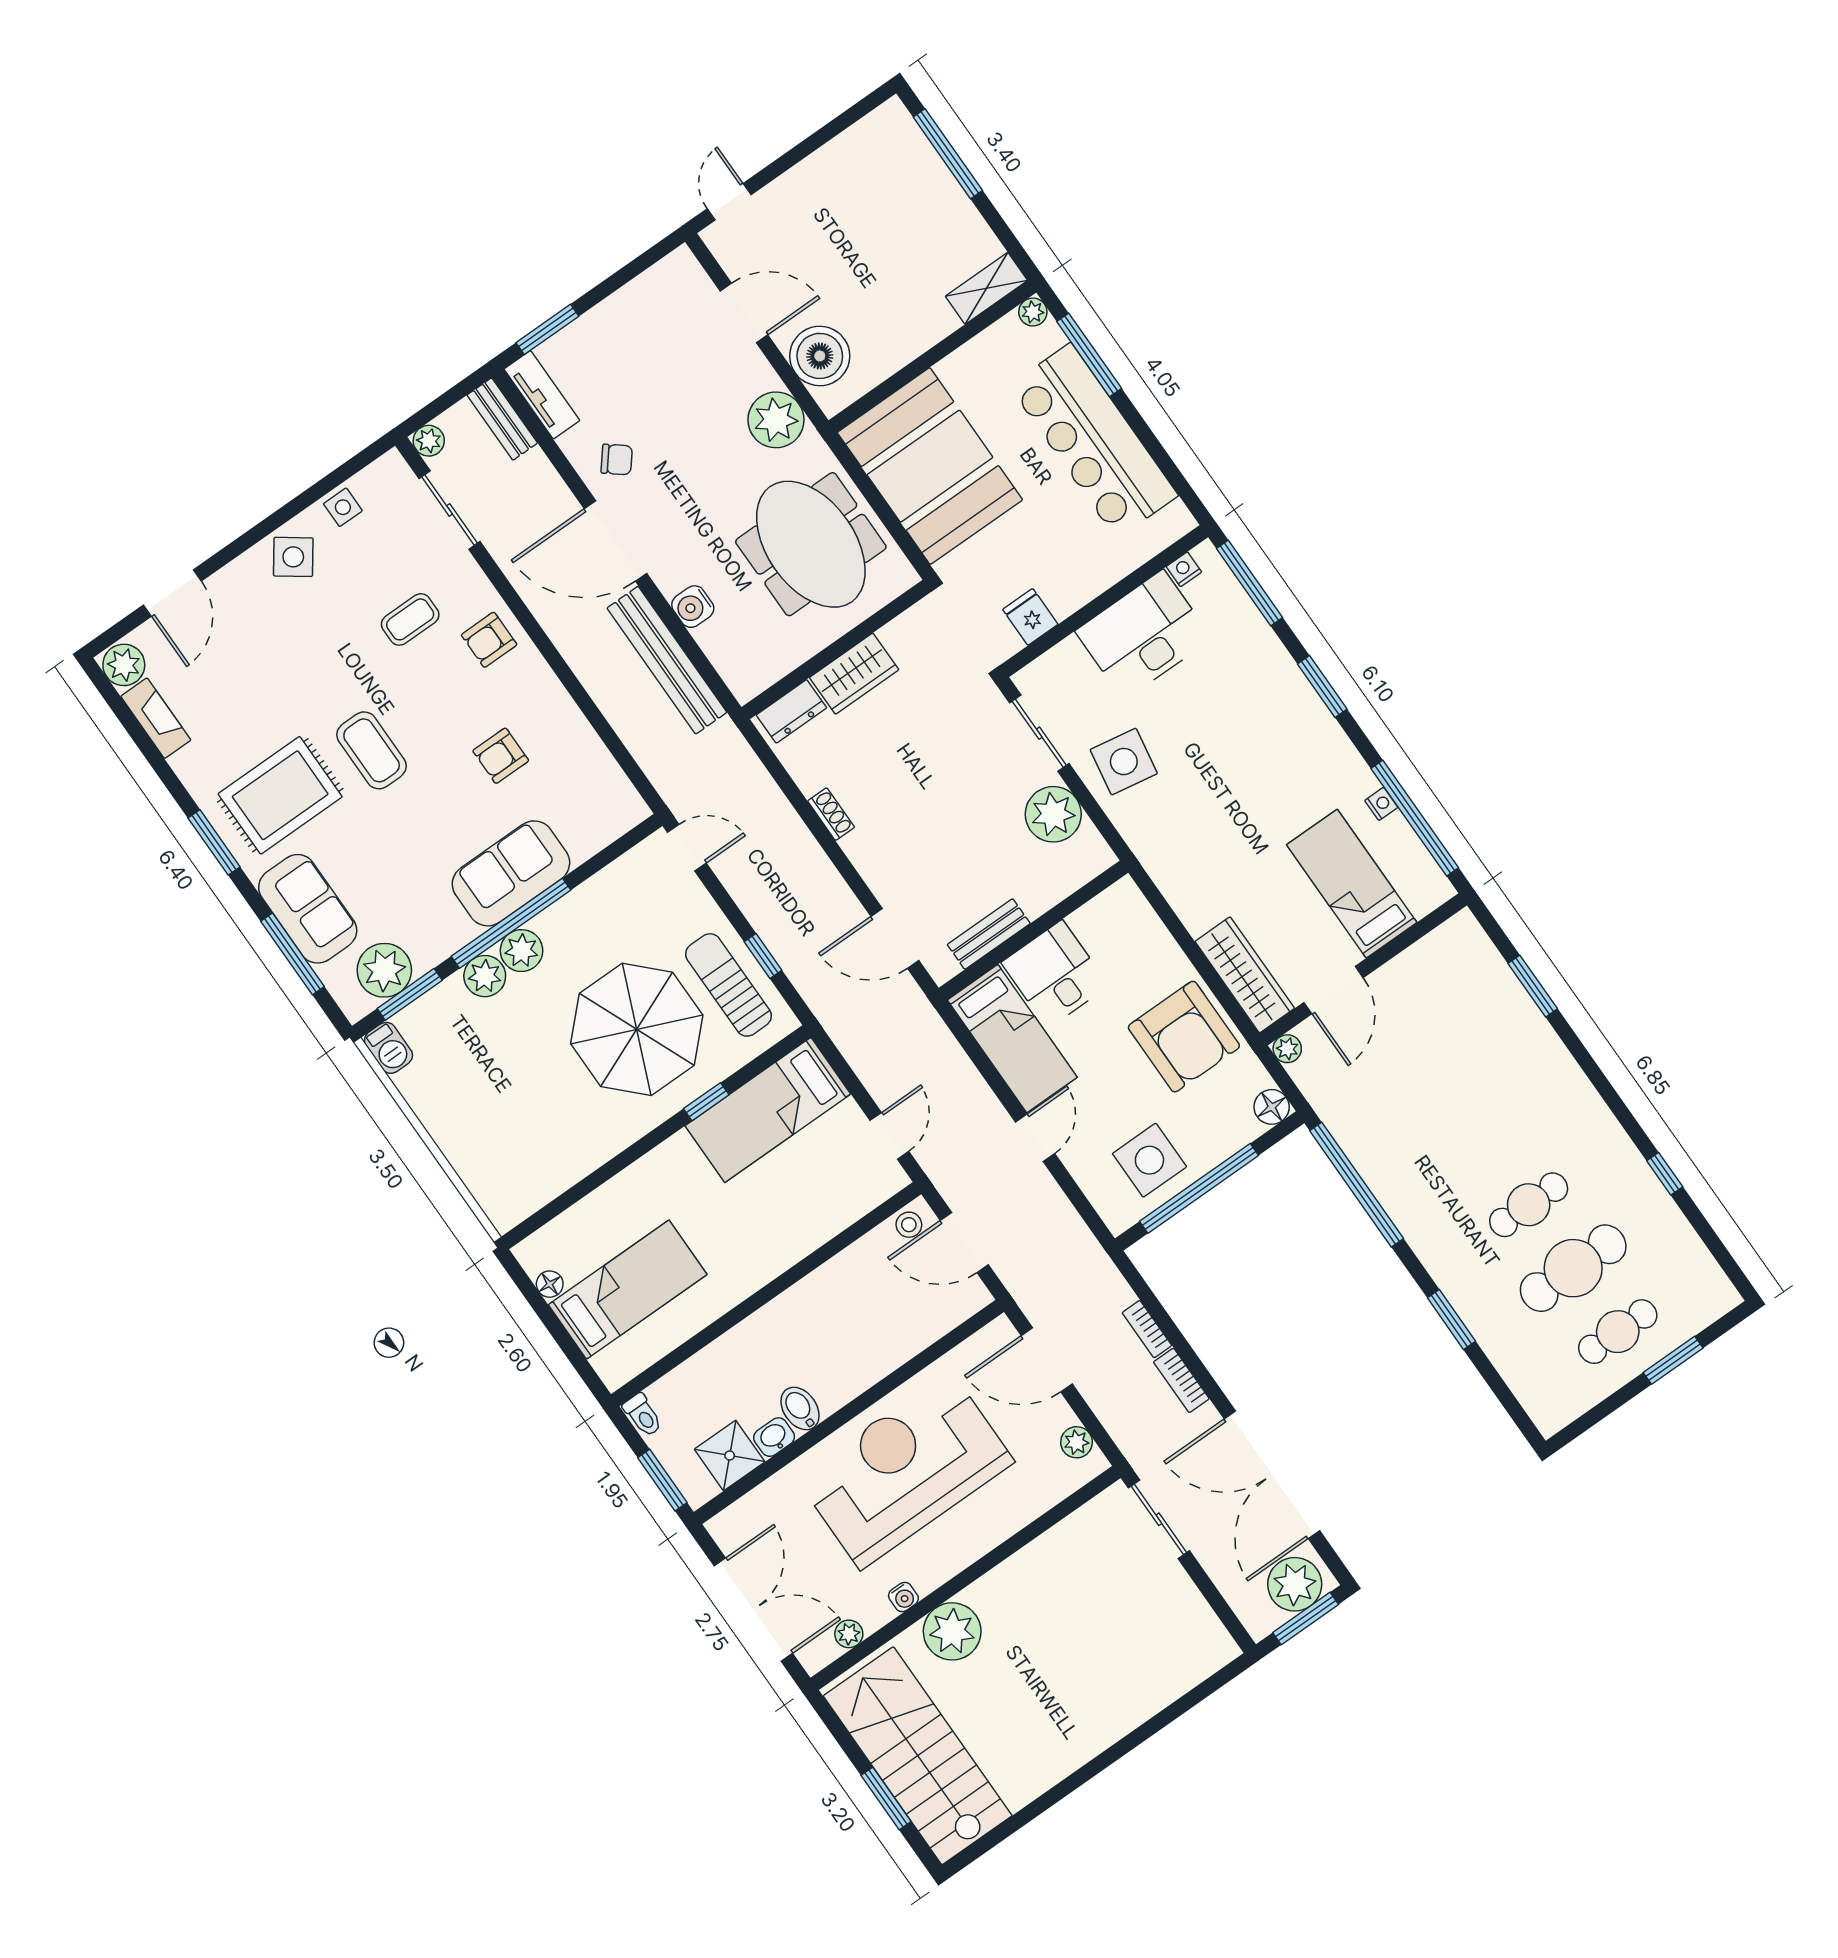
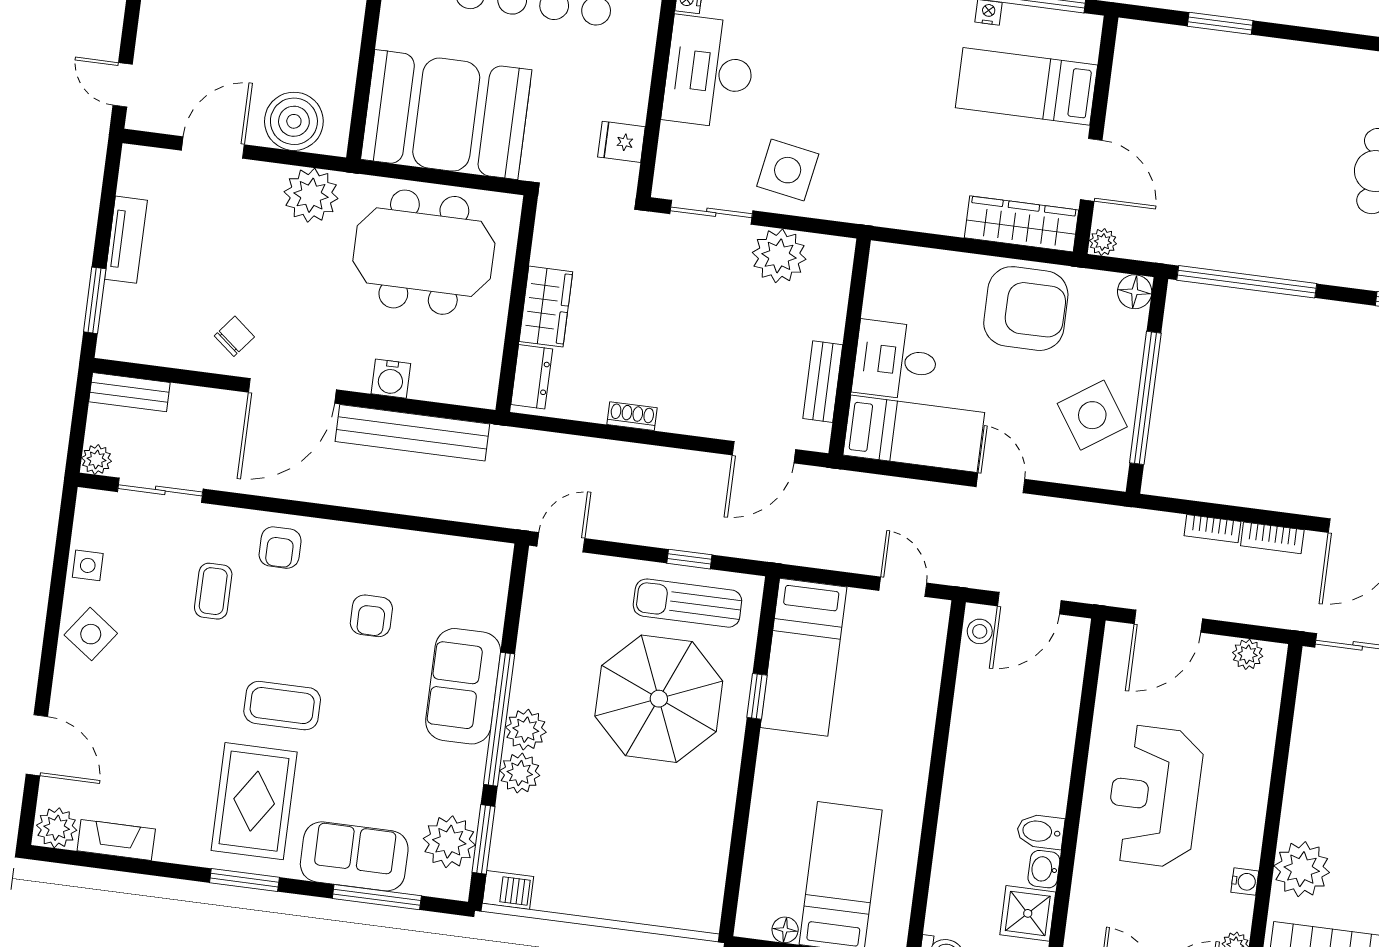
tv unit: (542, 395) -> (126, 240), moved, turned 90
side table: (1149, 1160) -> (1092, 415), turned -34
reception desk: (905, 1470) -> (1154, 796), width x0.74, depth x0.77

